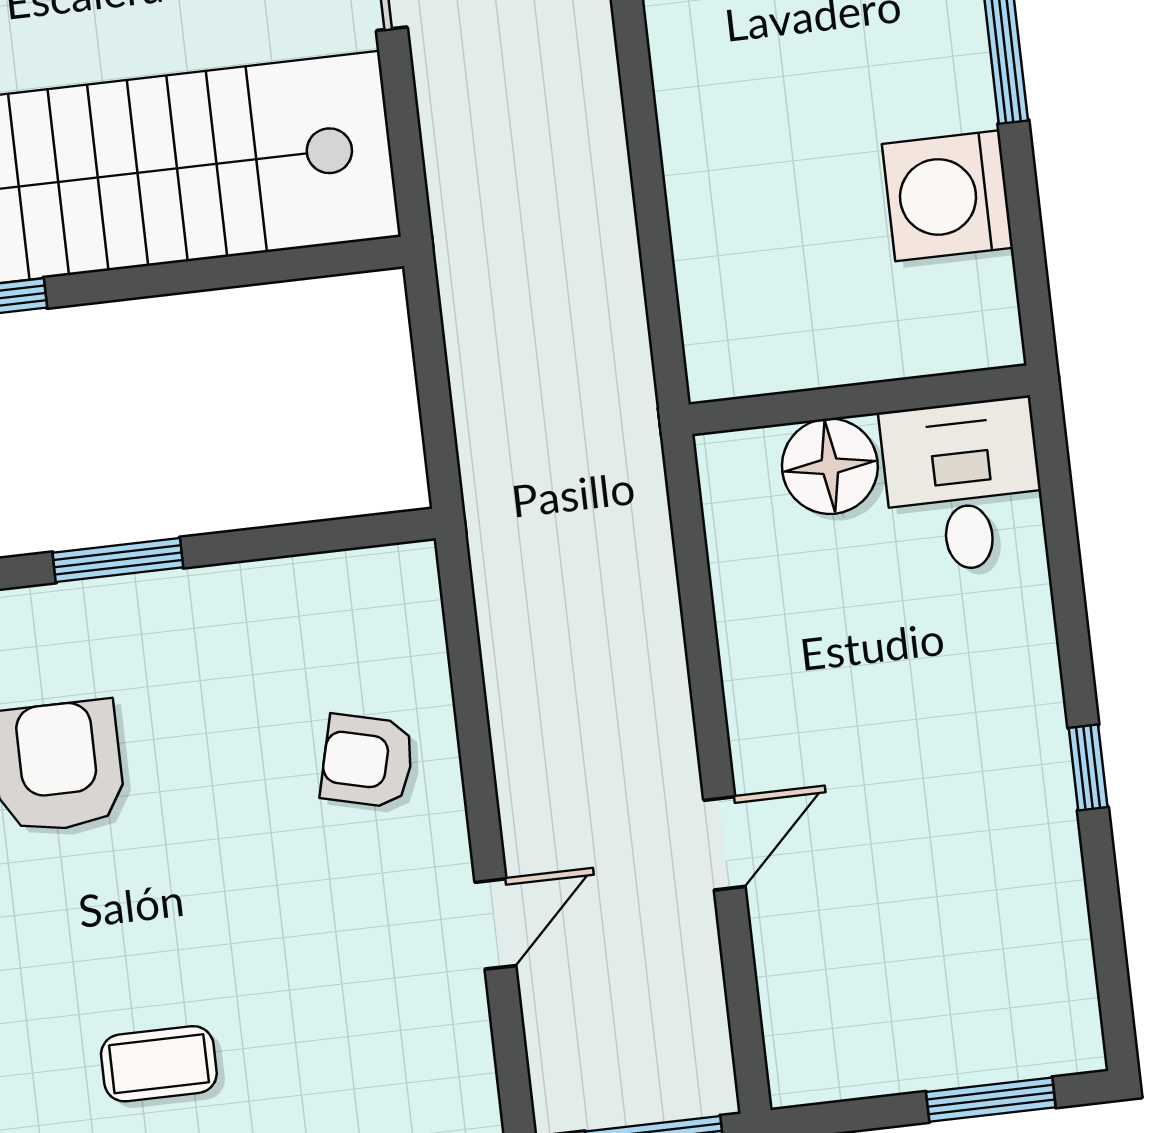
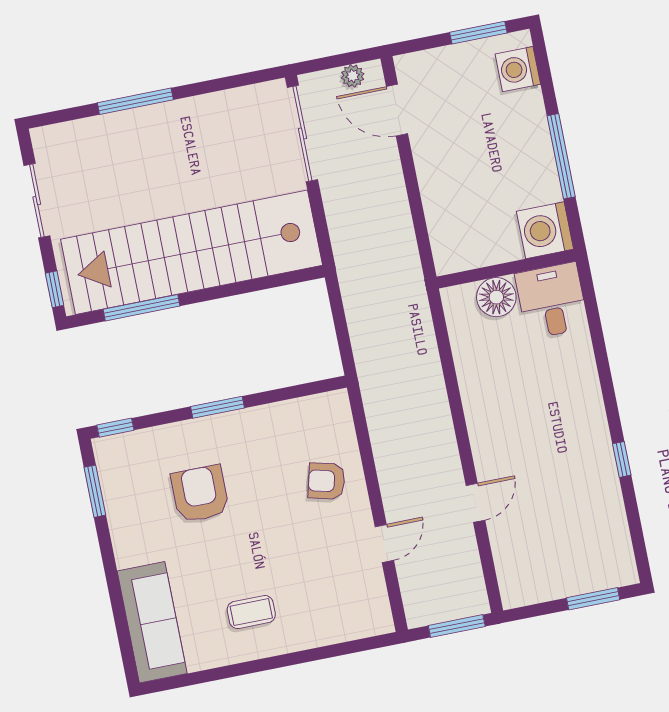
wall: (859, 400) -> (506, 269), moved
floor lamp: (830, 466) -> (496, 297), moved
desk: (963, 486) -> (552, 301), moved

